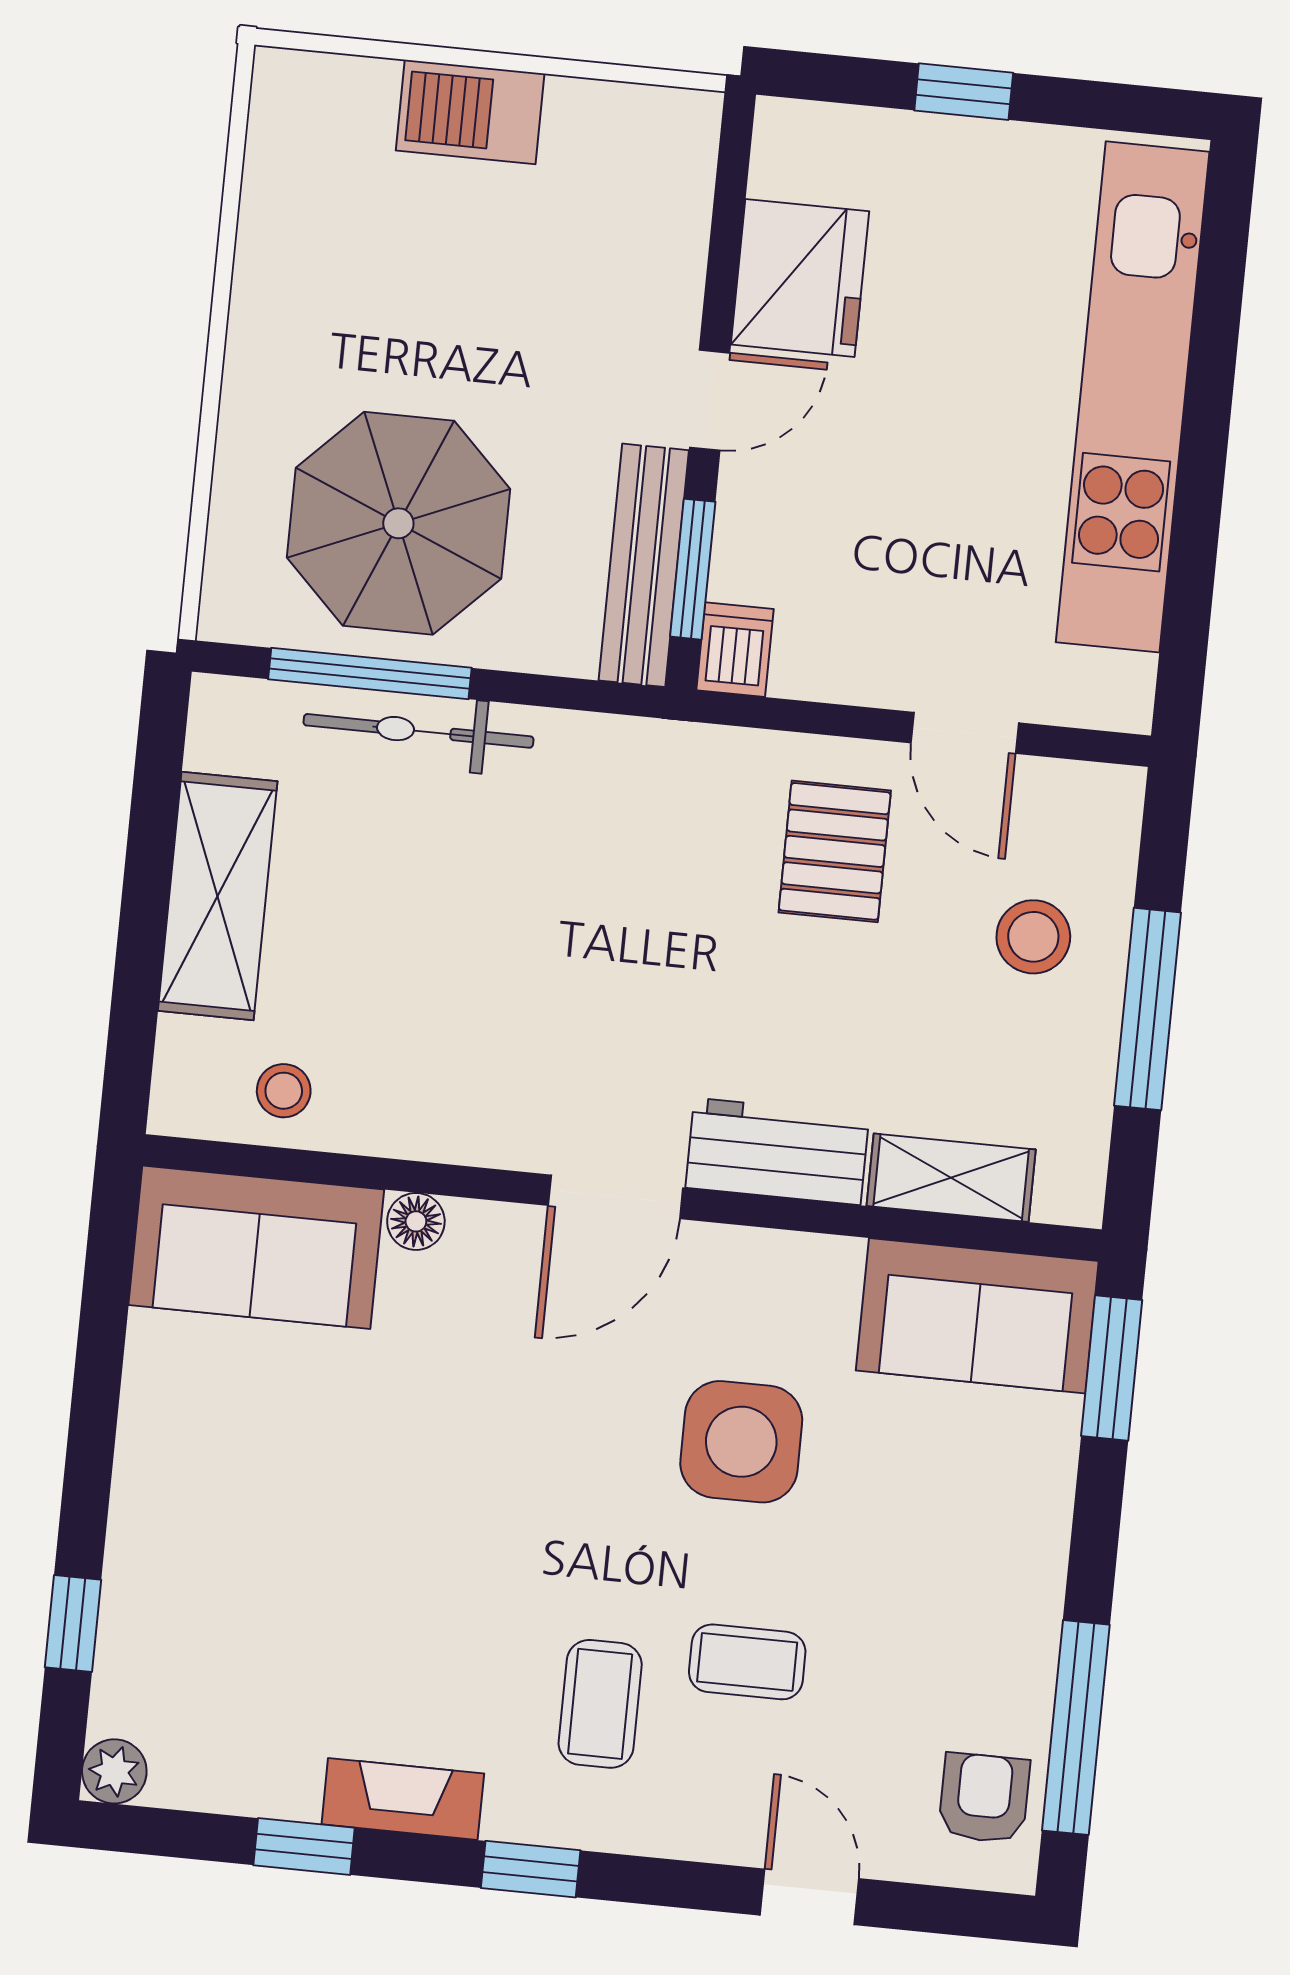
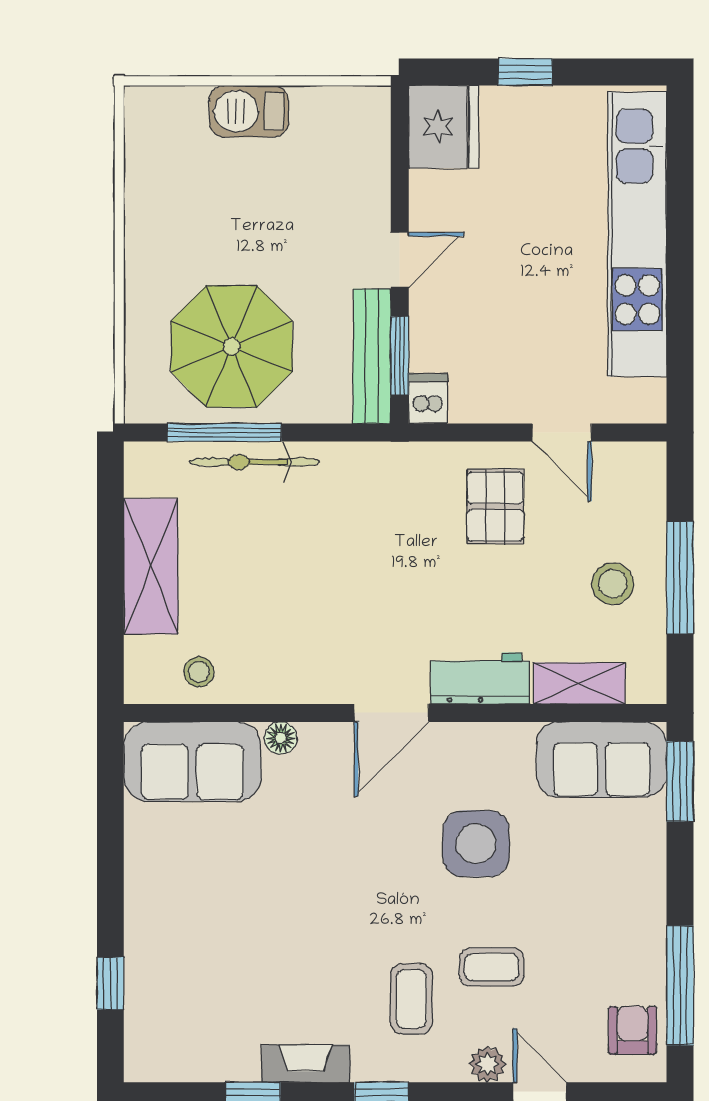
fridge: (800, 278) -> (444, 127), moved
stool: (1033, 937) -> (613, 584), moved
plant: (114, 1771) -> (487, 1064), moved

